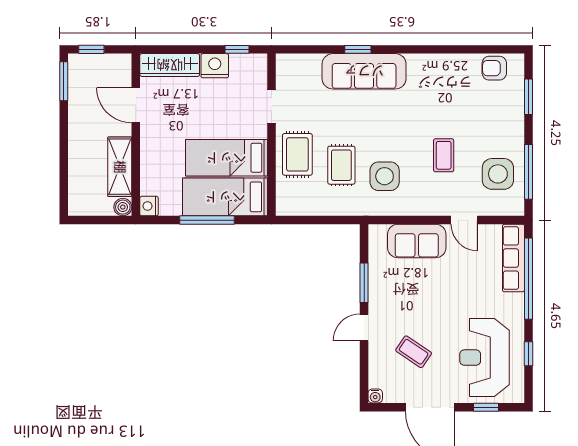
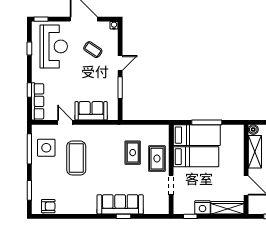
coffee table: (444, 155) -> (76, 158), width x1.86, depth x1.72
side table: (385, 176) -> (109, 146), removed
nightstand: (149, 206) -> (239, 130), removed
window: (529, 279) -> (29, 90), width x0.32
window: (486, 407) -> (41, 19), moved

